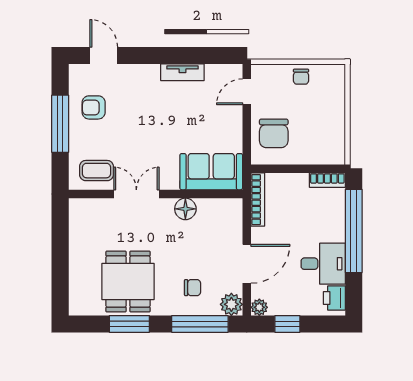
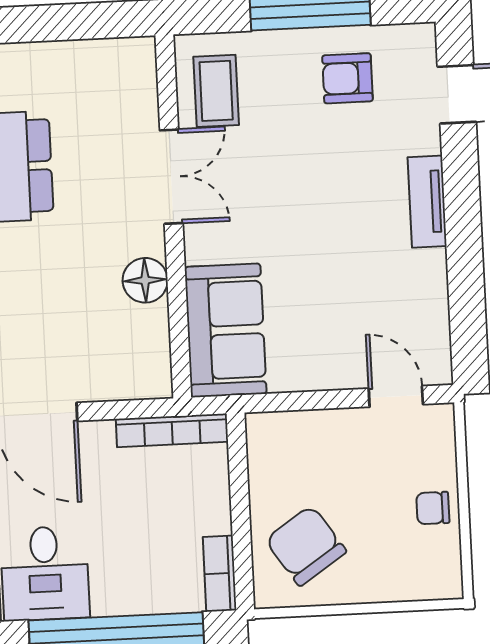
tv unit: (182, 72) -> (427, 202), moved
armchair: (94, 107) -> (347, 78), turned -90
chair: (274, 133) -> (306, 546), moved, turned 56

